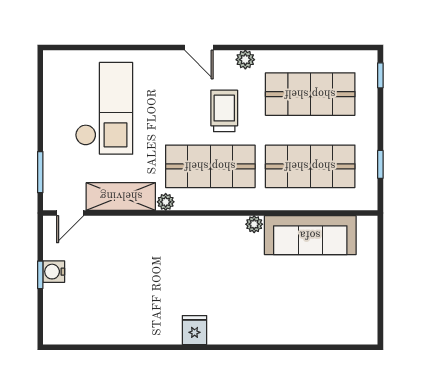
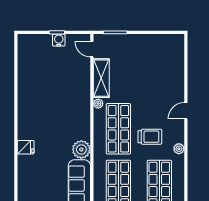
door: (199, 47) -> (186, 111), moved
checkout: (104, 108) -> (151, 69), removed
plant: (254, 224) -> (81, 149), width x1.88, depth x1.88
fridge: (195, 330) -> (26, 147), moved

